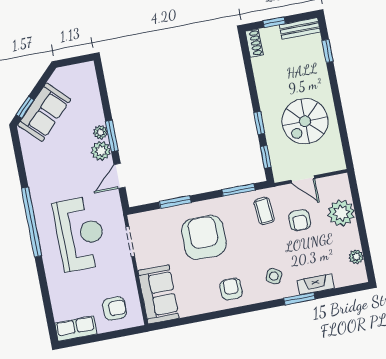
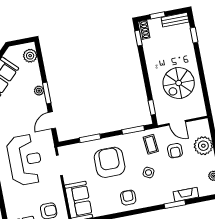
window: (259, 123) -> (138, 38), moved
plant: (101, 151) -> (30, 56), moved
side table: (274, 276) -> (149, 173), moved

